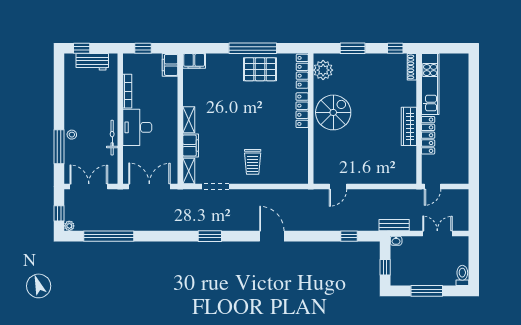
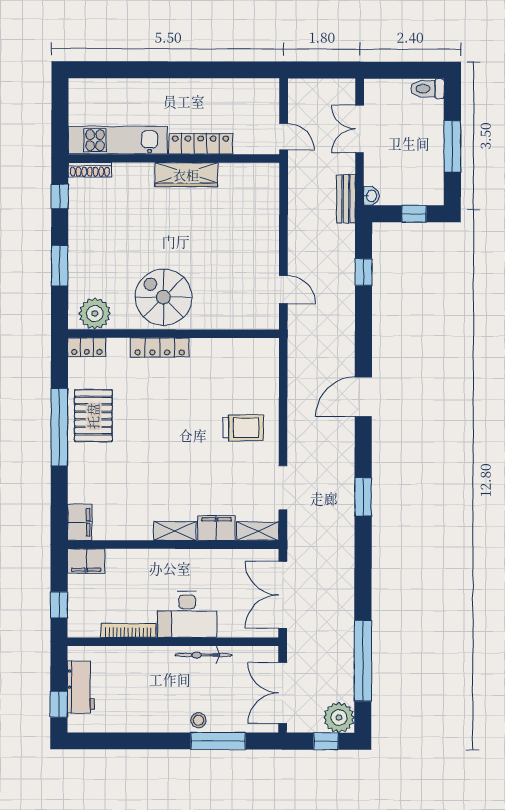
locker: (302, 71) -> (87, 347), width x0.66
plant: (69, 226) -> (339, 717), width x1.88, depth x1.88

